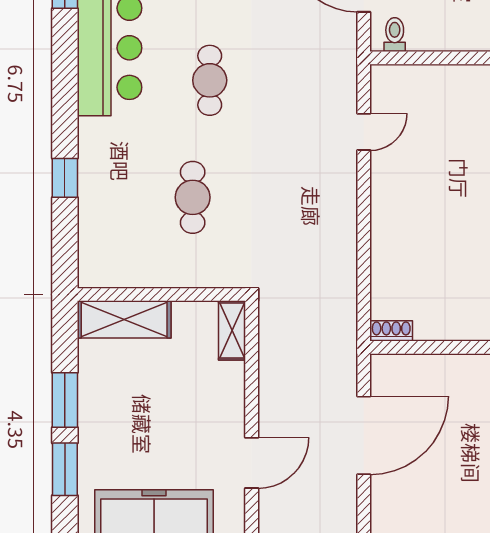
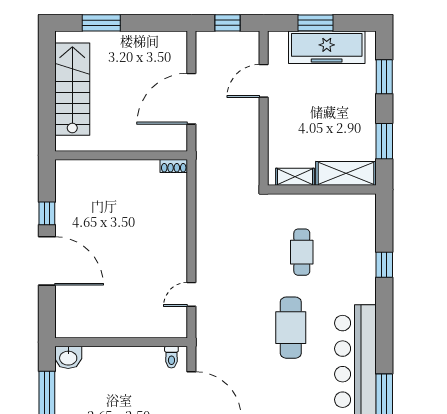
cafe table: (210, 80) -> (291, 328), width x1.37, depth x1.35
shelving: (232, 330) -> (295, 177), moved, turned 90
window: (65, 400) -> (384, 141), moved

